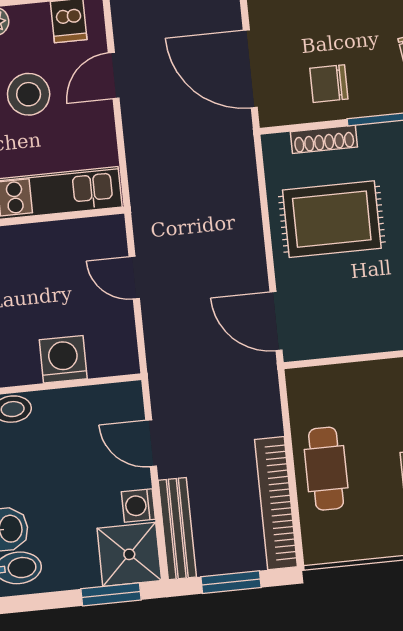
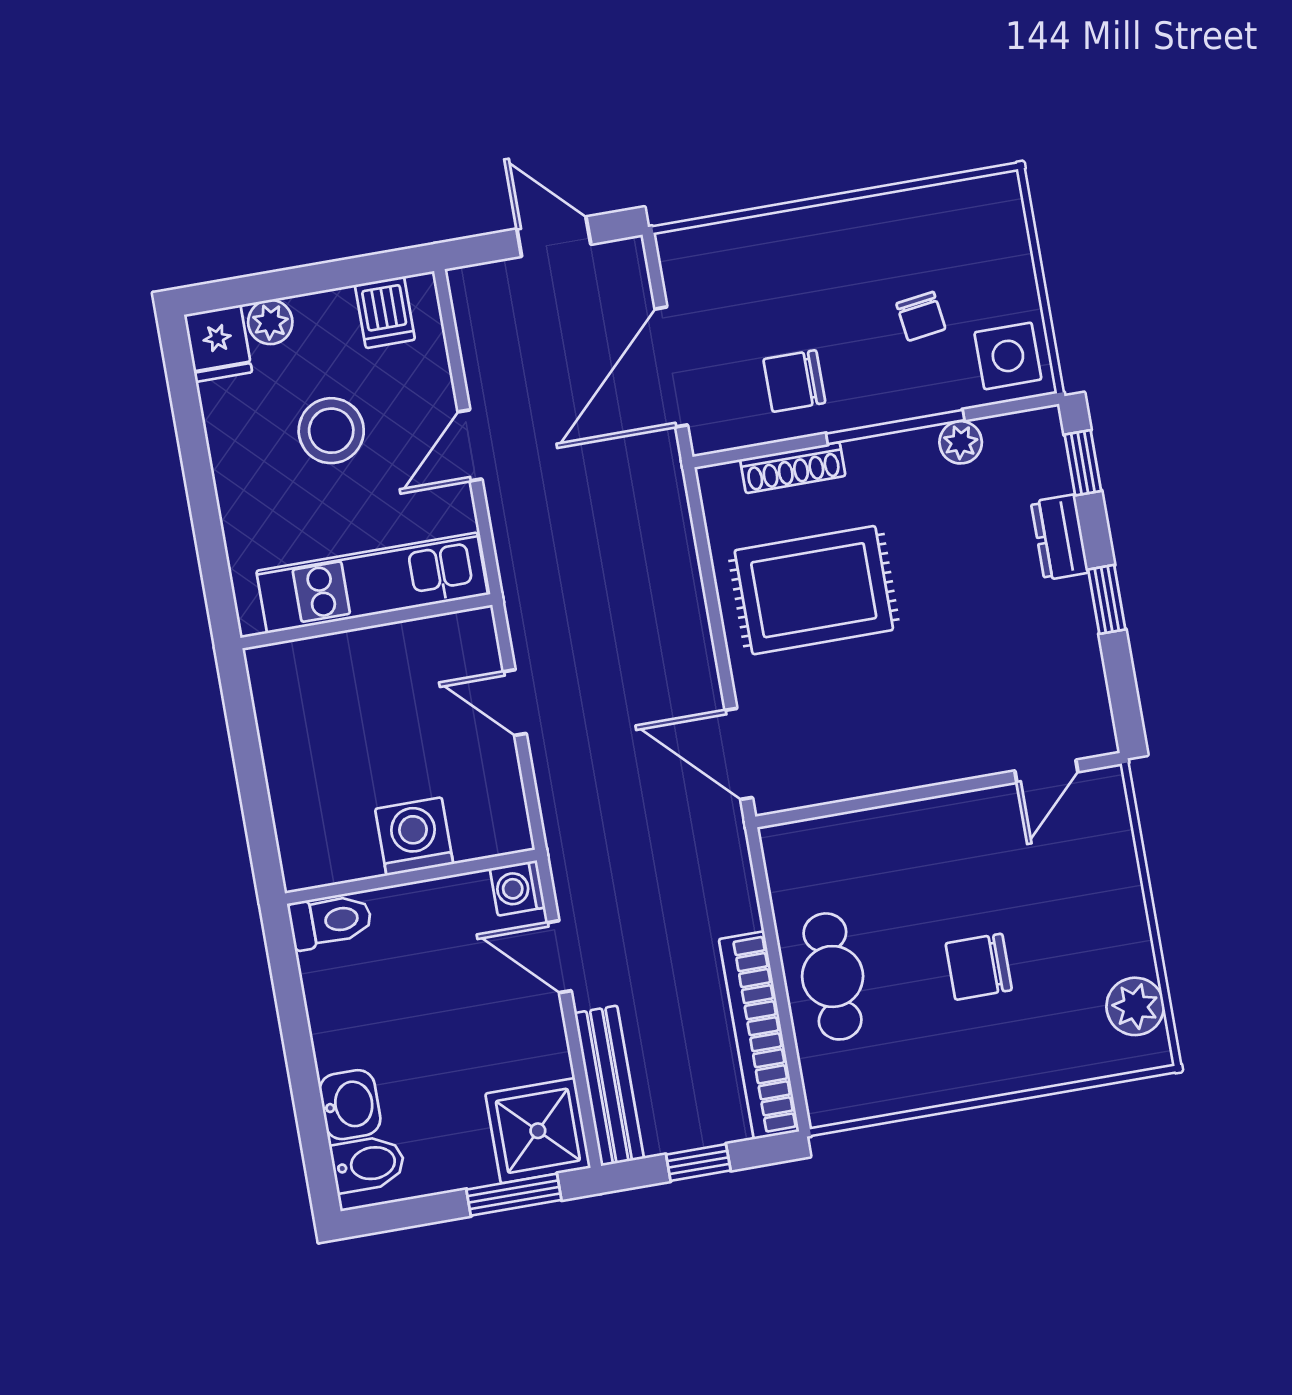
door: (250, 69) -> (671, 367), hinge flipped
door: (114, 76) -> (470, 445), moved
washing machine: (138, 506) -> (517, 888), moved
window: (231, 582) -> (698, 1163), width x0.67

